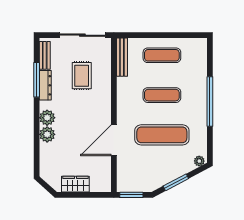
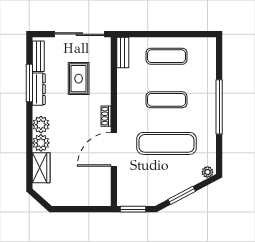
bench: (122, 57) -> (123, 53), width x0.73
shoe rack: (107, 110) -> (106, 116), added
wardrobe: (75, 184) -> (41, 168), moved, turned 90

